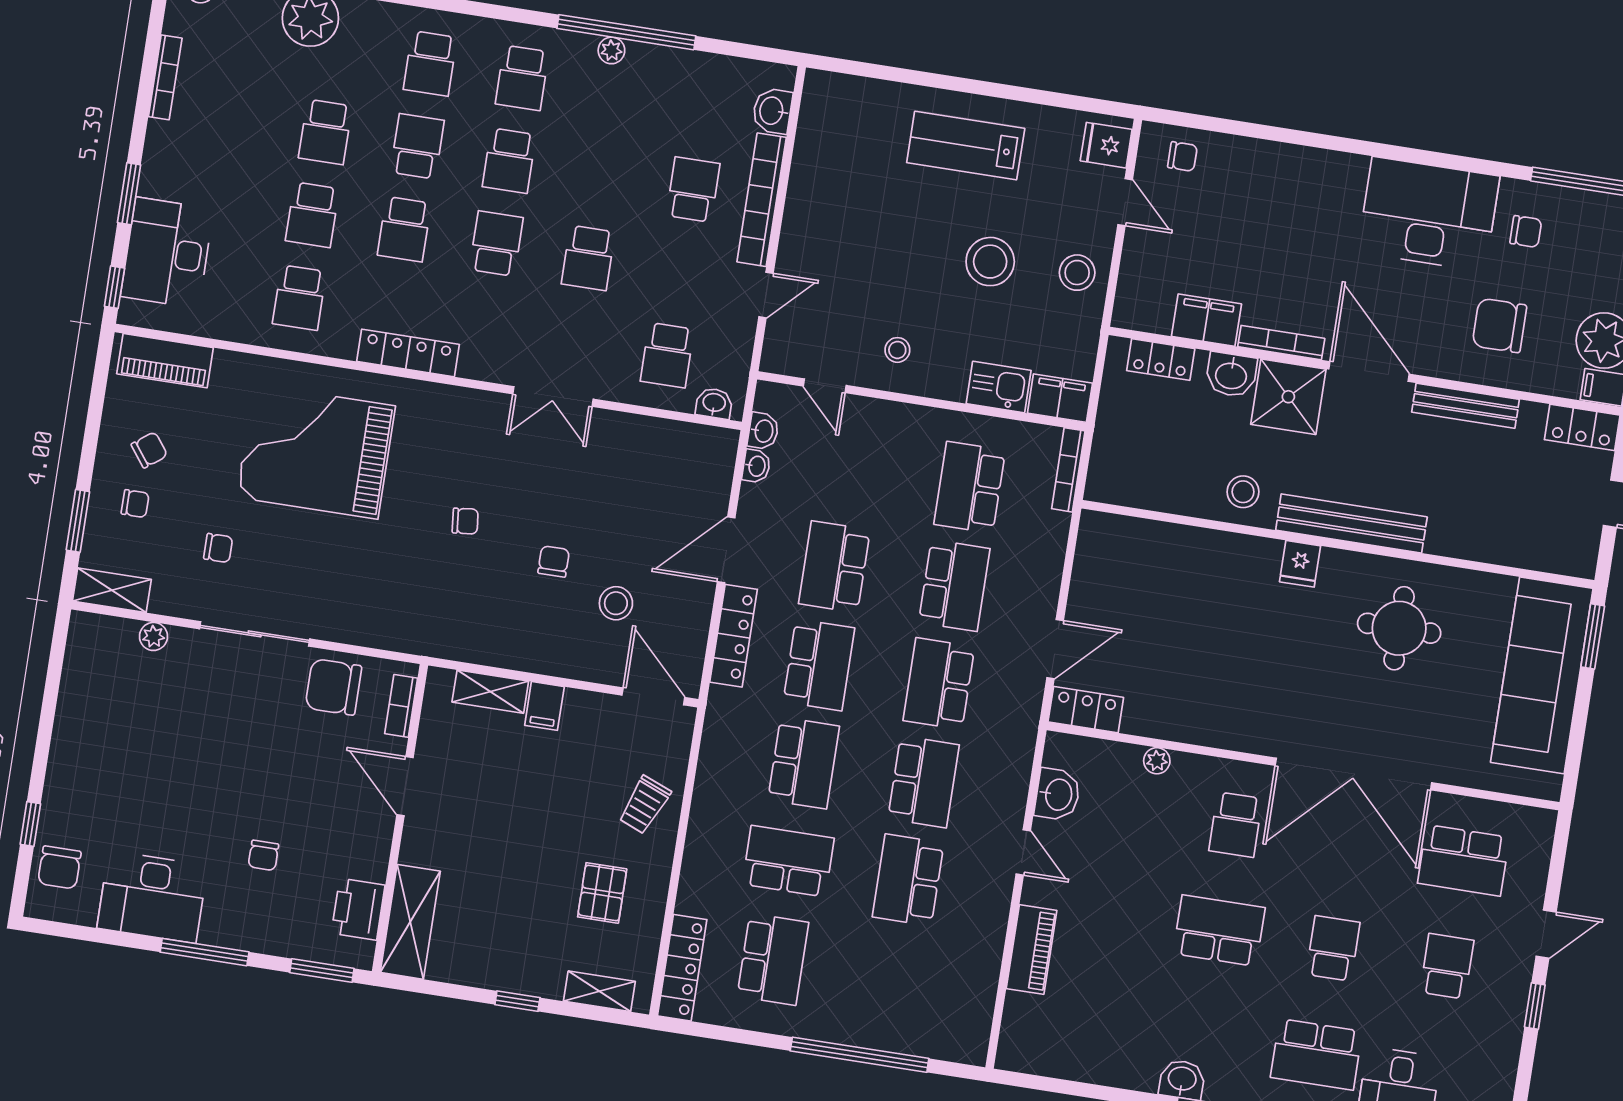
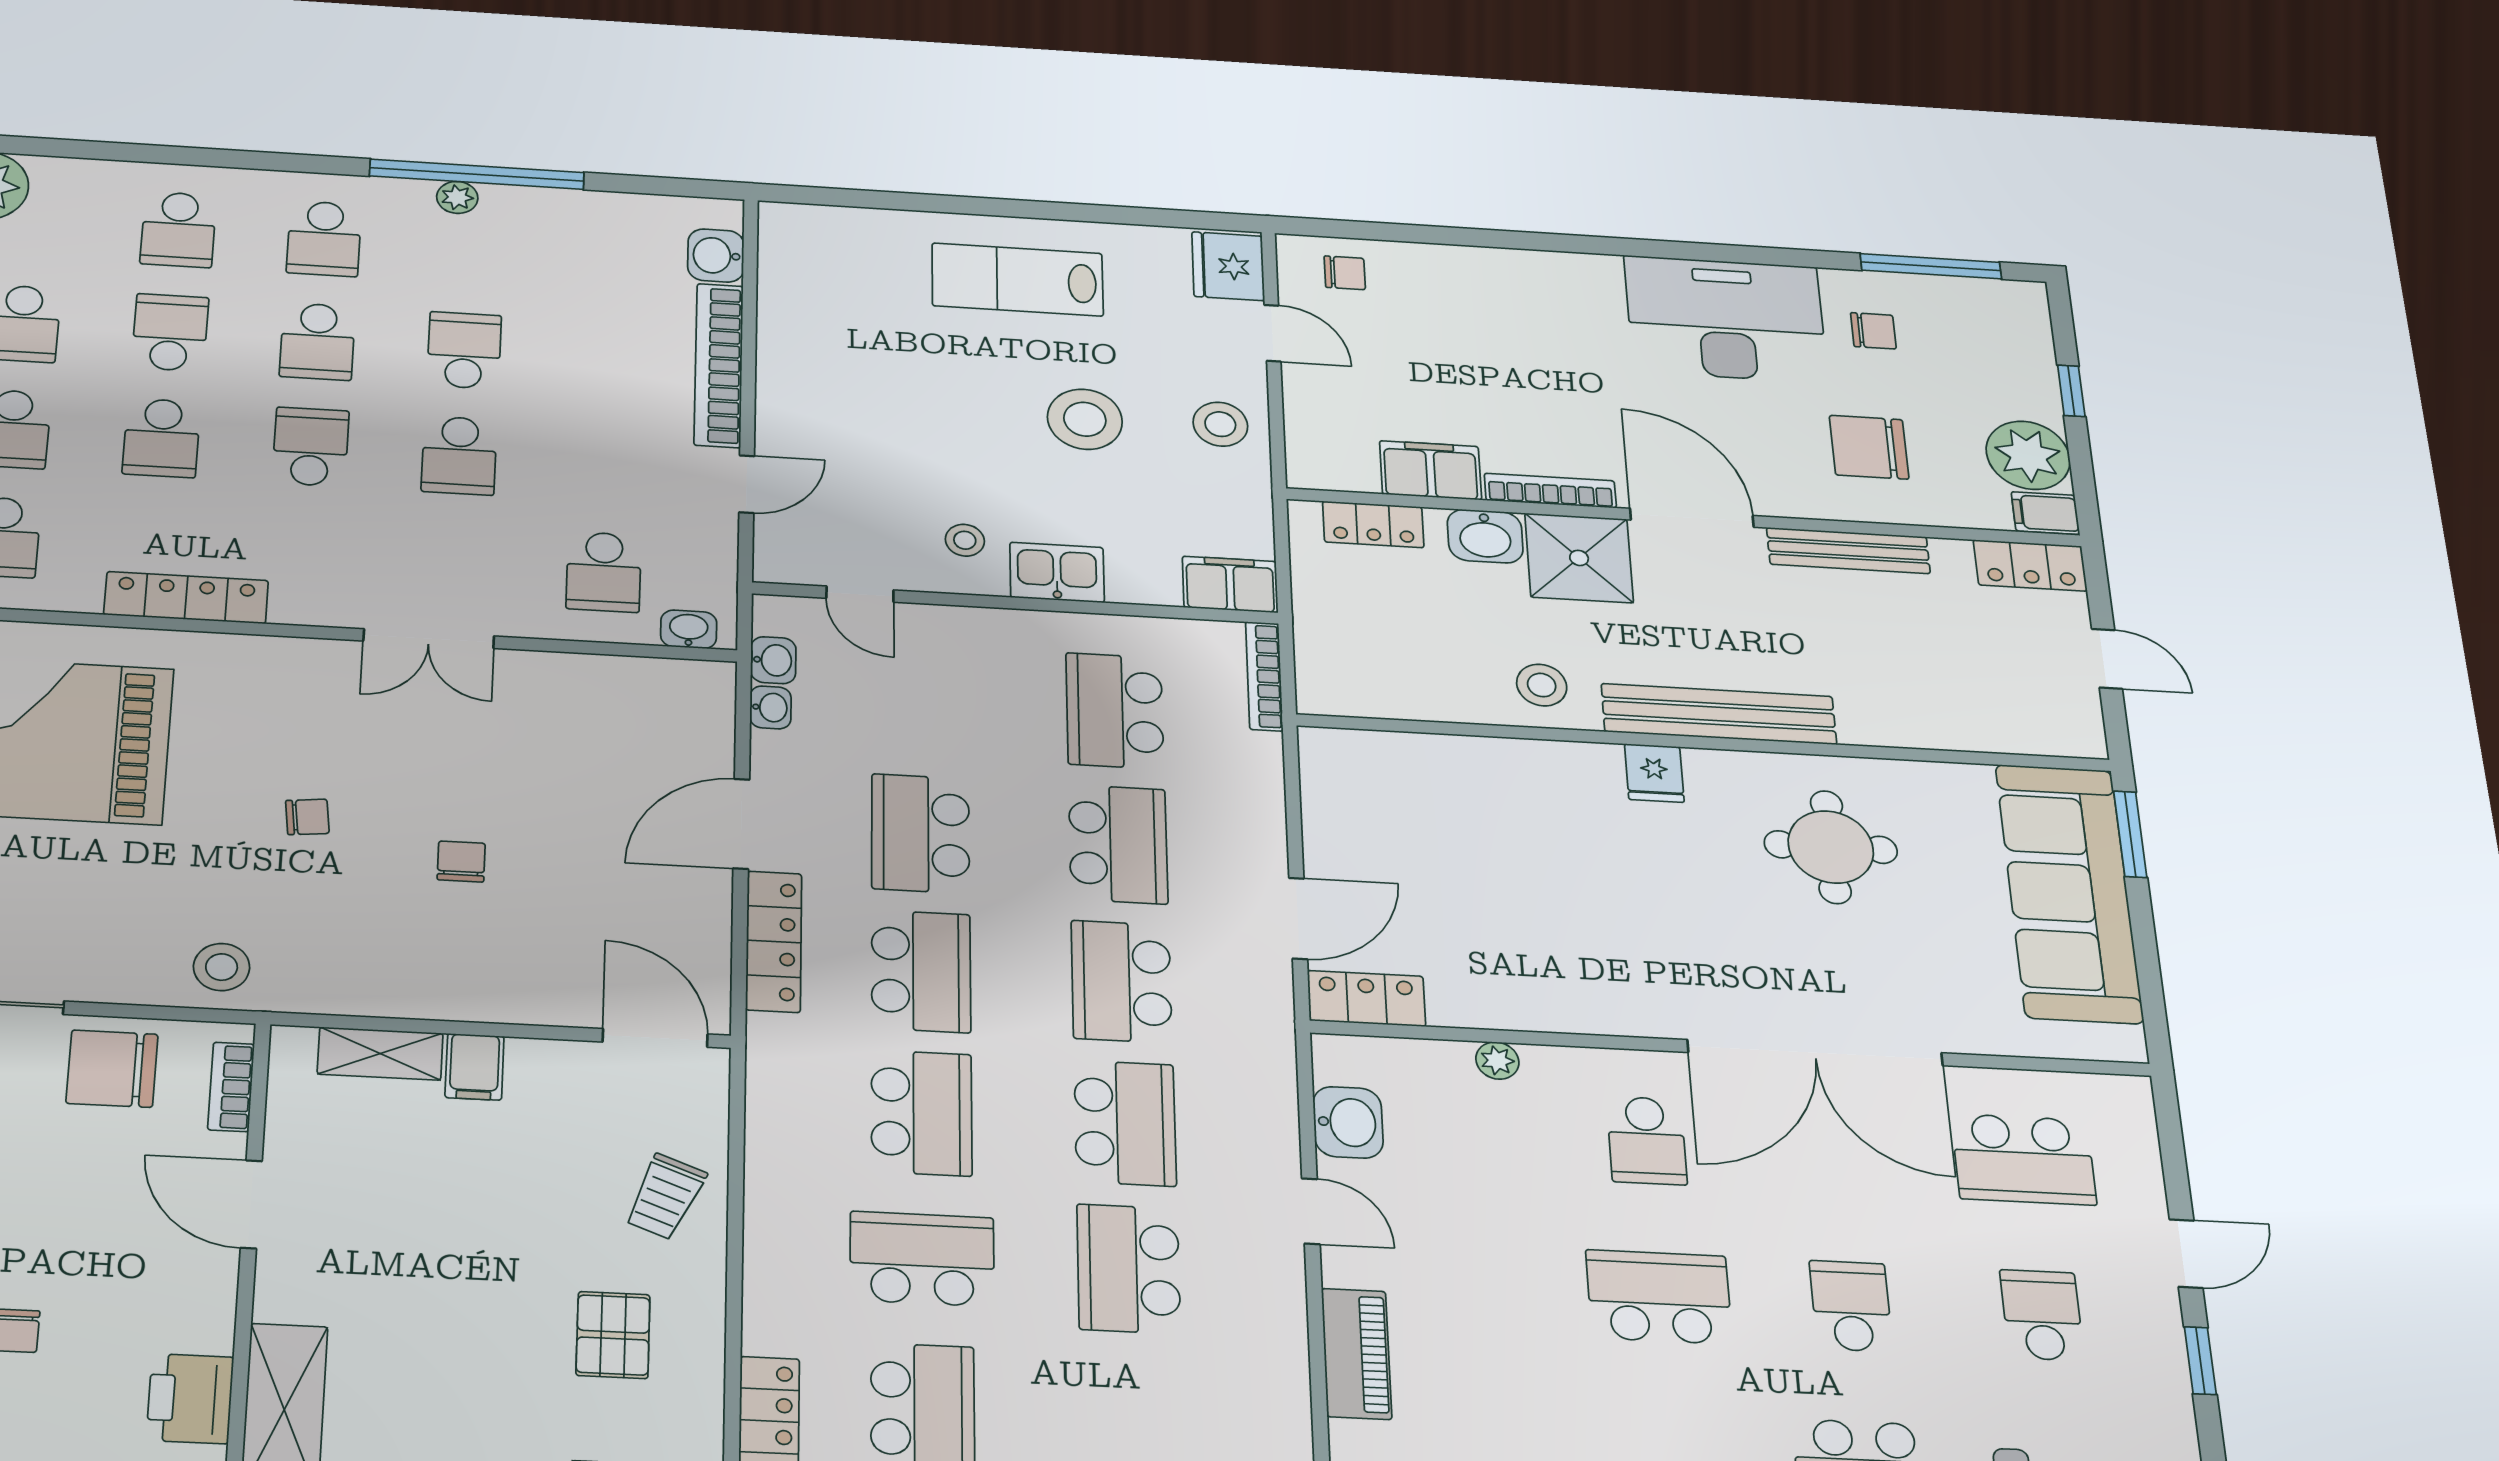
fridge: (1106, 145) -> (1228, 266), width x1.38
school desk: (693, 190) -> (464, 350), moved
kitchen sink: (999, 387) -> (1057, 572), moved
stool: (616, 603) -> (222, 967), moved

